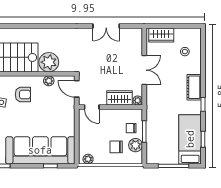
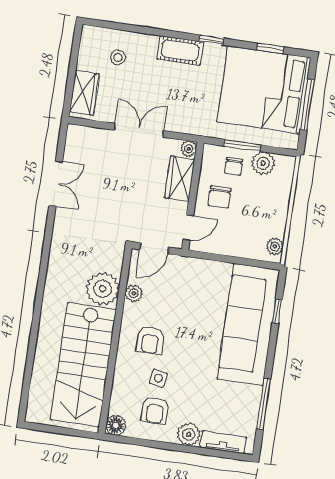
armchair: (23, 94) -> (150, 340), turned 180
bed: (190, 139) -> (264, 90), width x2.04
chair: (116, 147) -> (219, 197), moved

